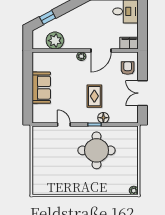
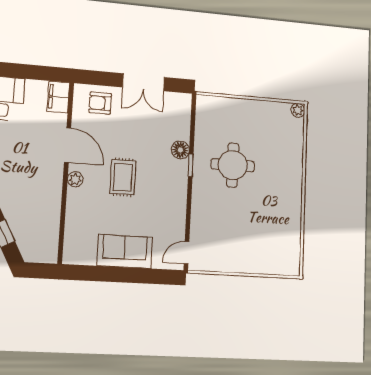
plant: (55, 41) -> (45, 223), removed
rug: (94, 96) -> (123, 177), moved, turned 90
door: (64, 124) -> (187, 253), moved
round table: (96, 150) -> (233, 165), width x0.73, depth x0.73

